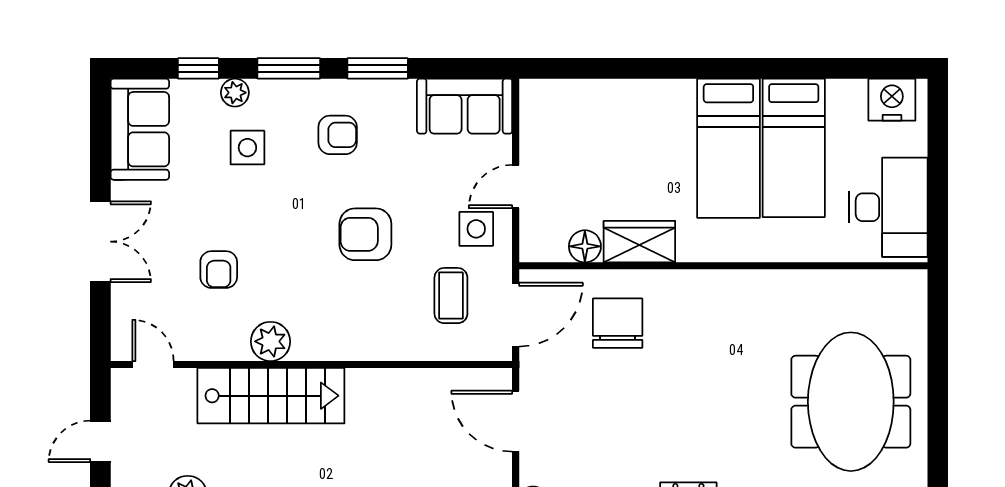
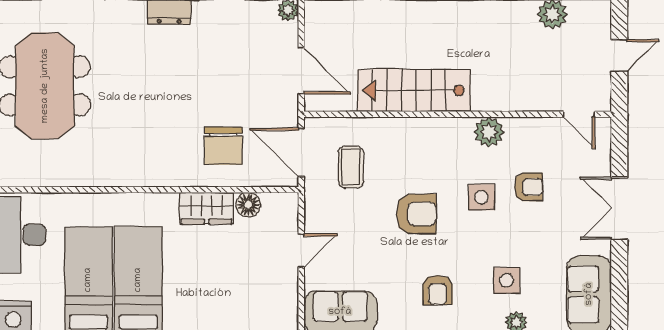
armchair: (338, 135) -> (438, 290), turned -90
side table: (476, 229) -> (481, 197), moved
armchair: (219, 270) -> (529, 187), turned 90
door: (516, 315) -> (301, 152), hinge flipped
stairs: (271, 396) -> (414, 90), moved

